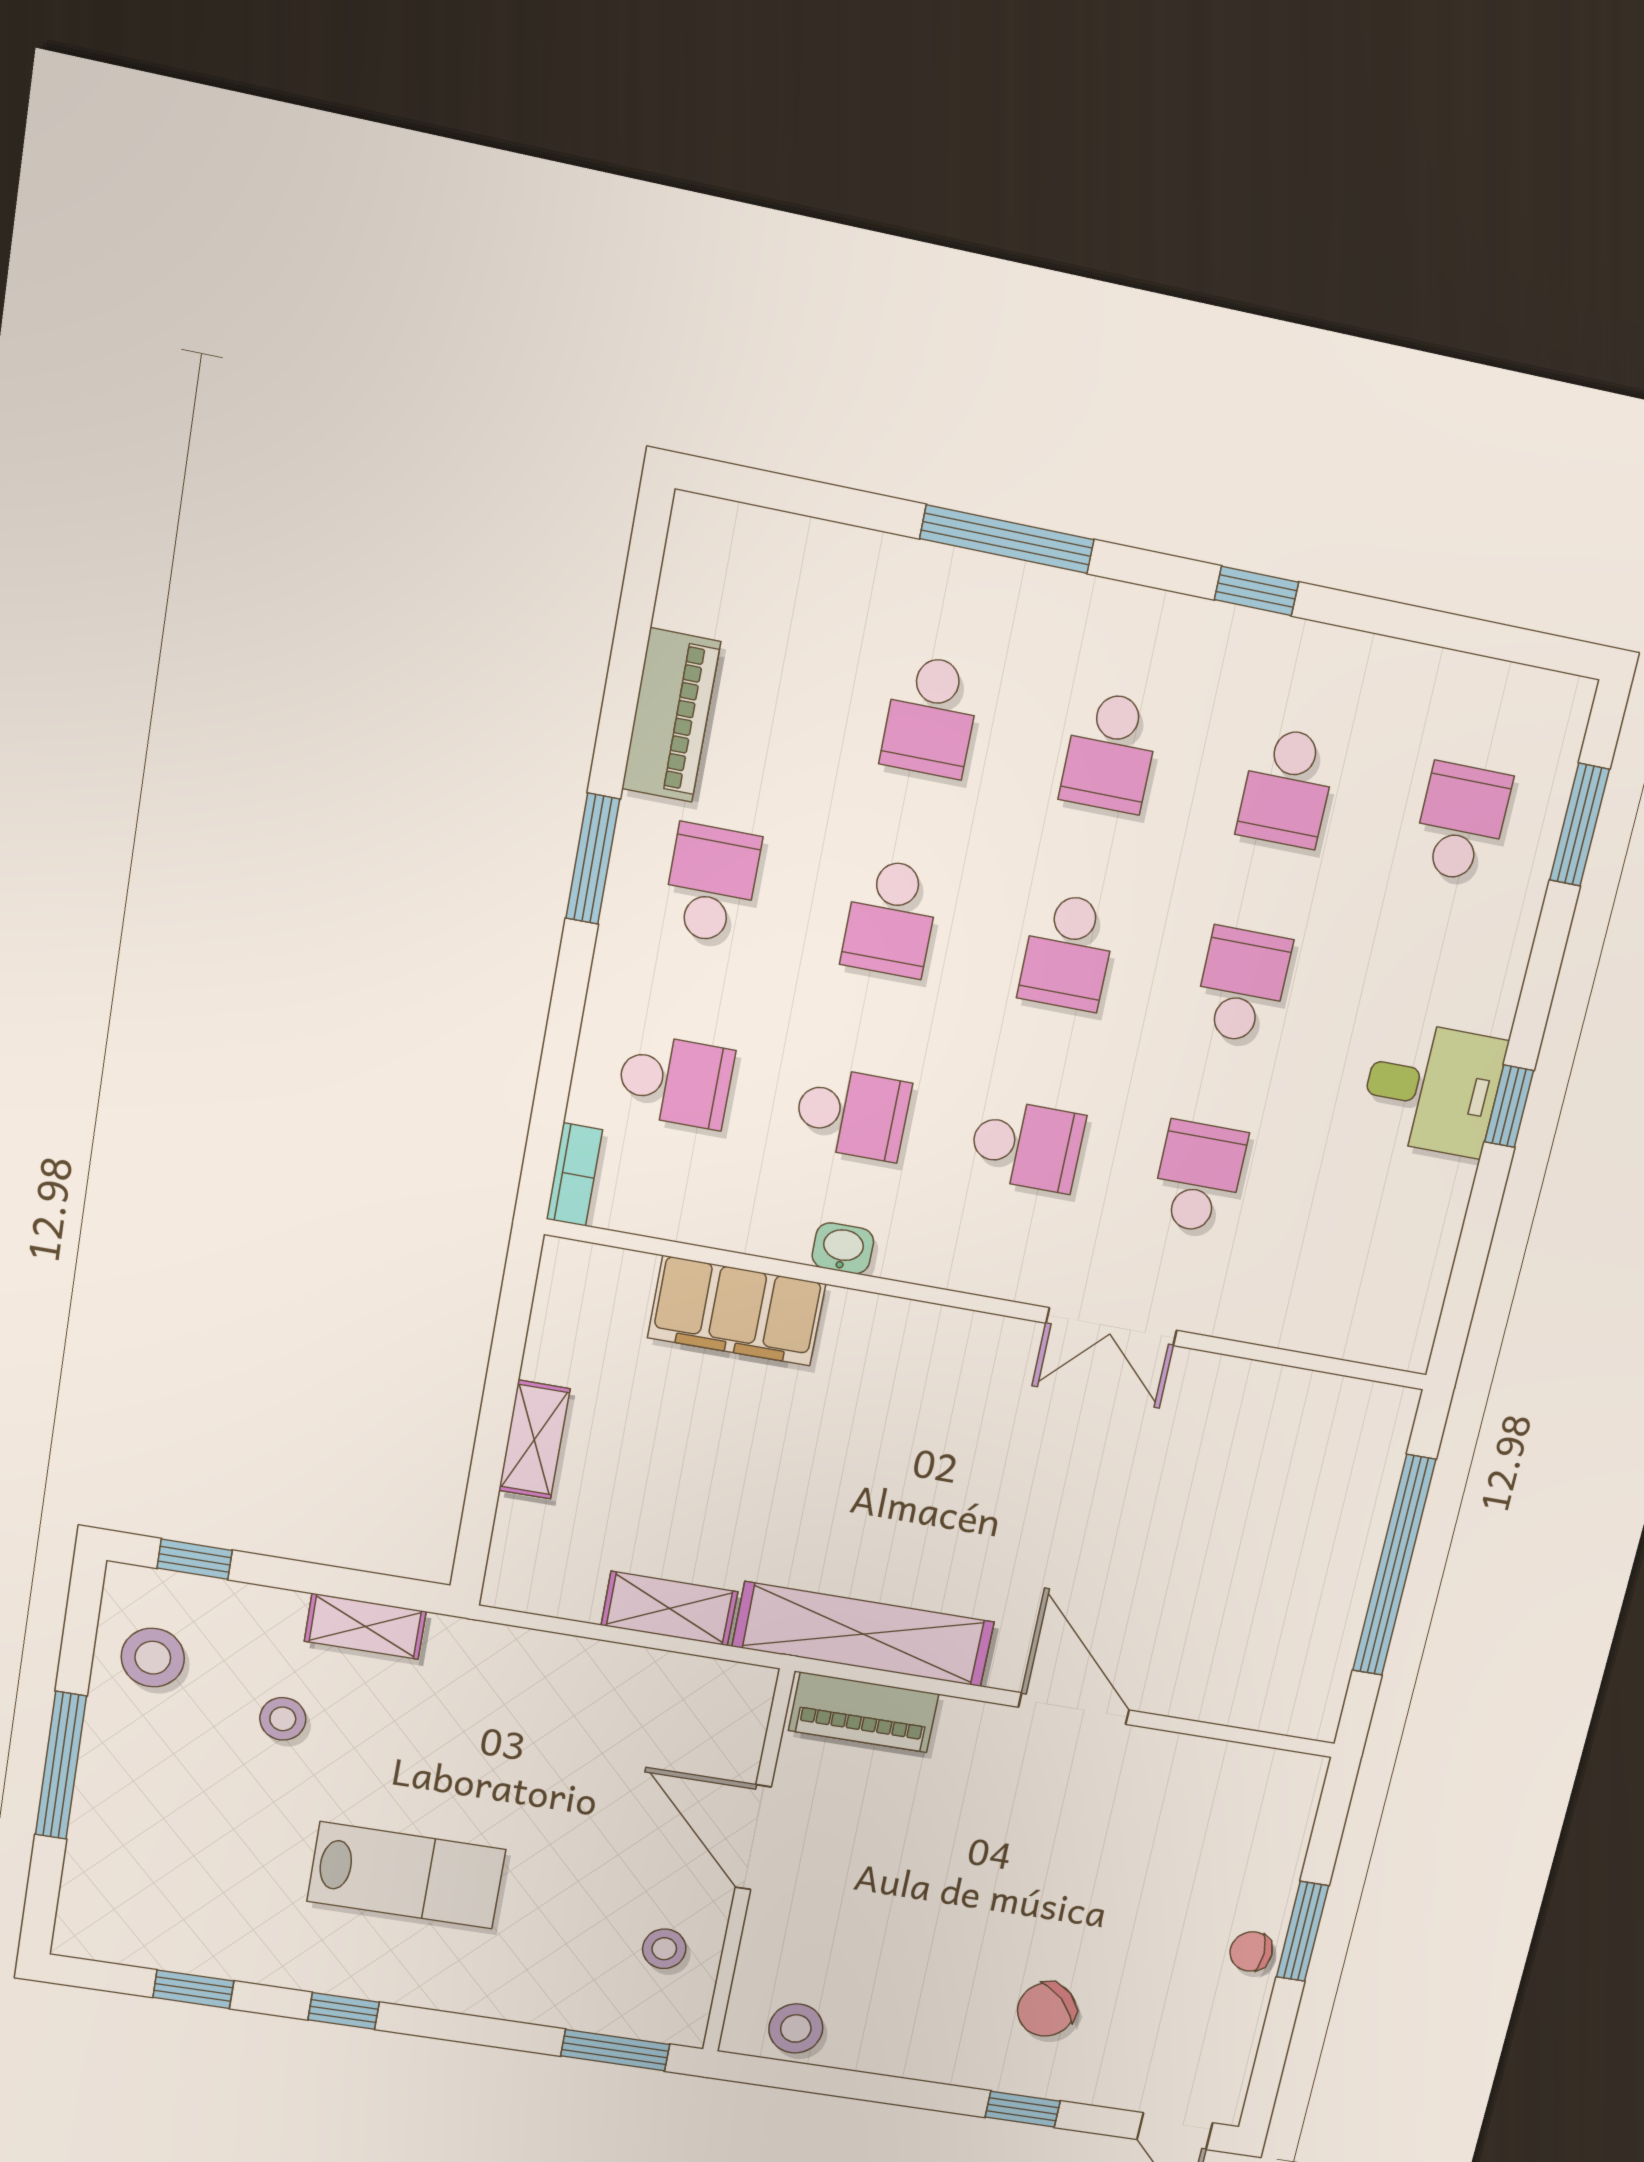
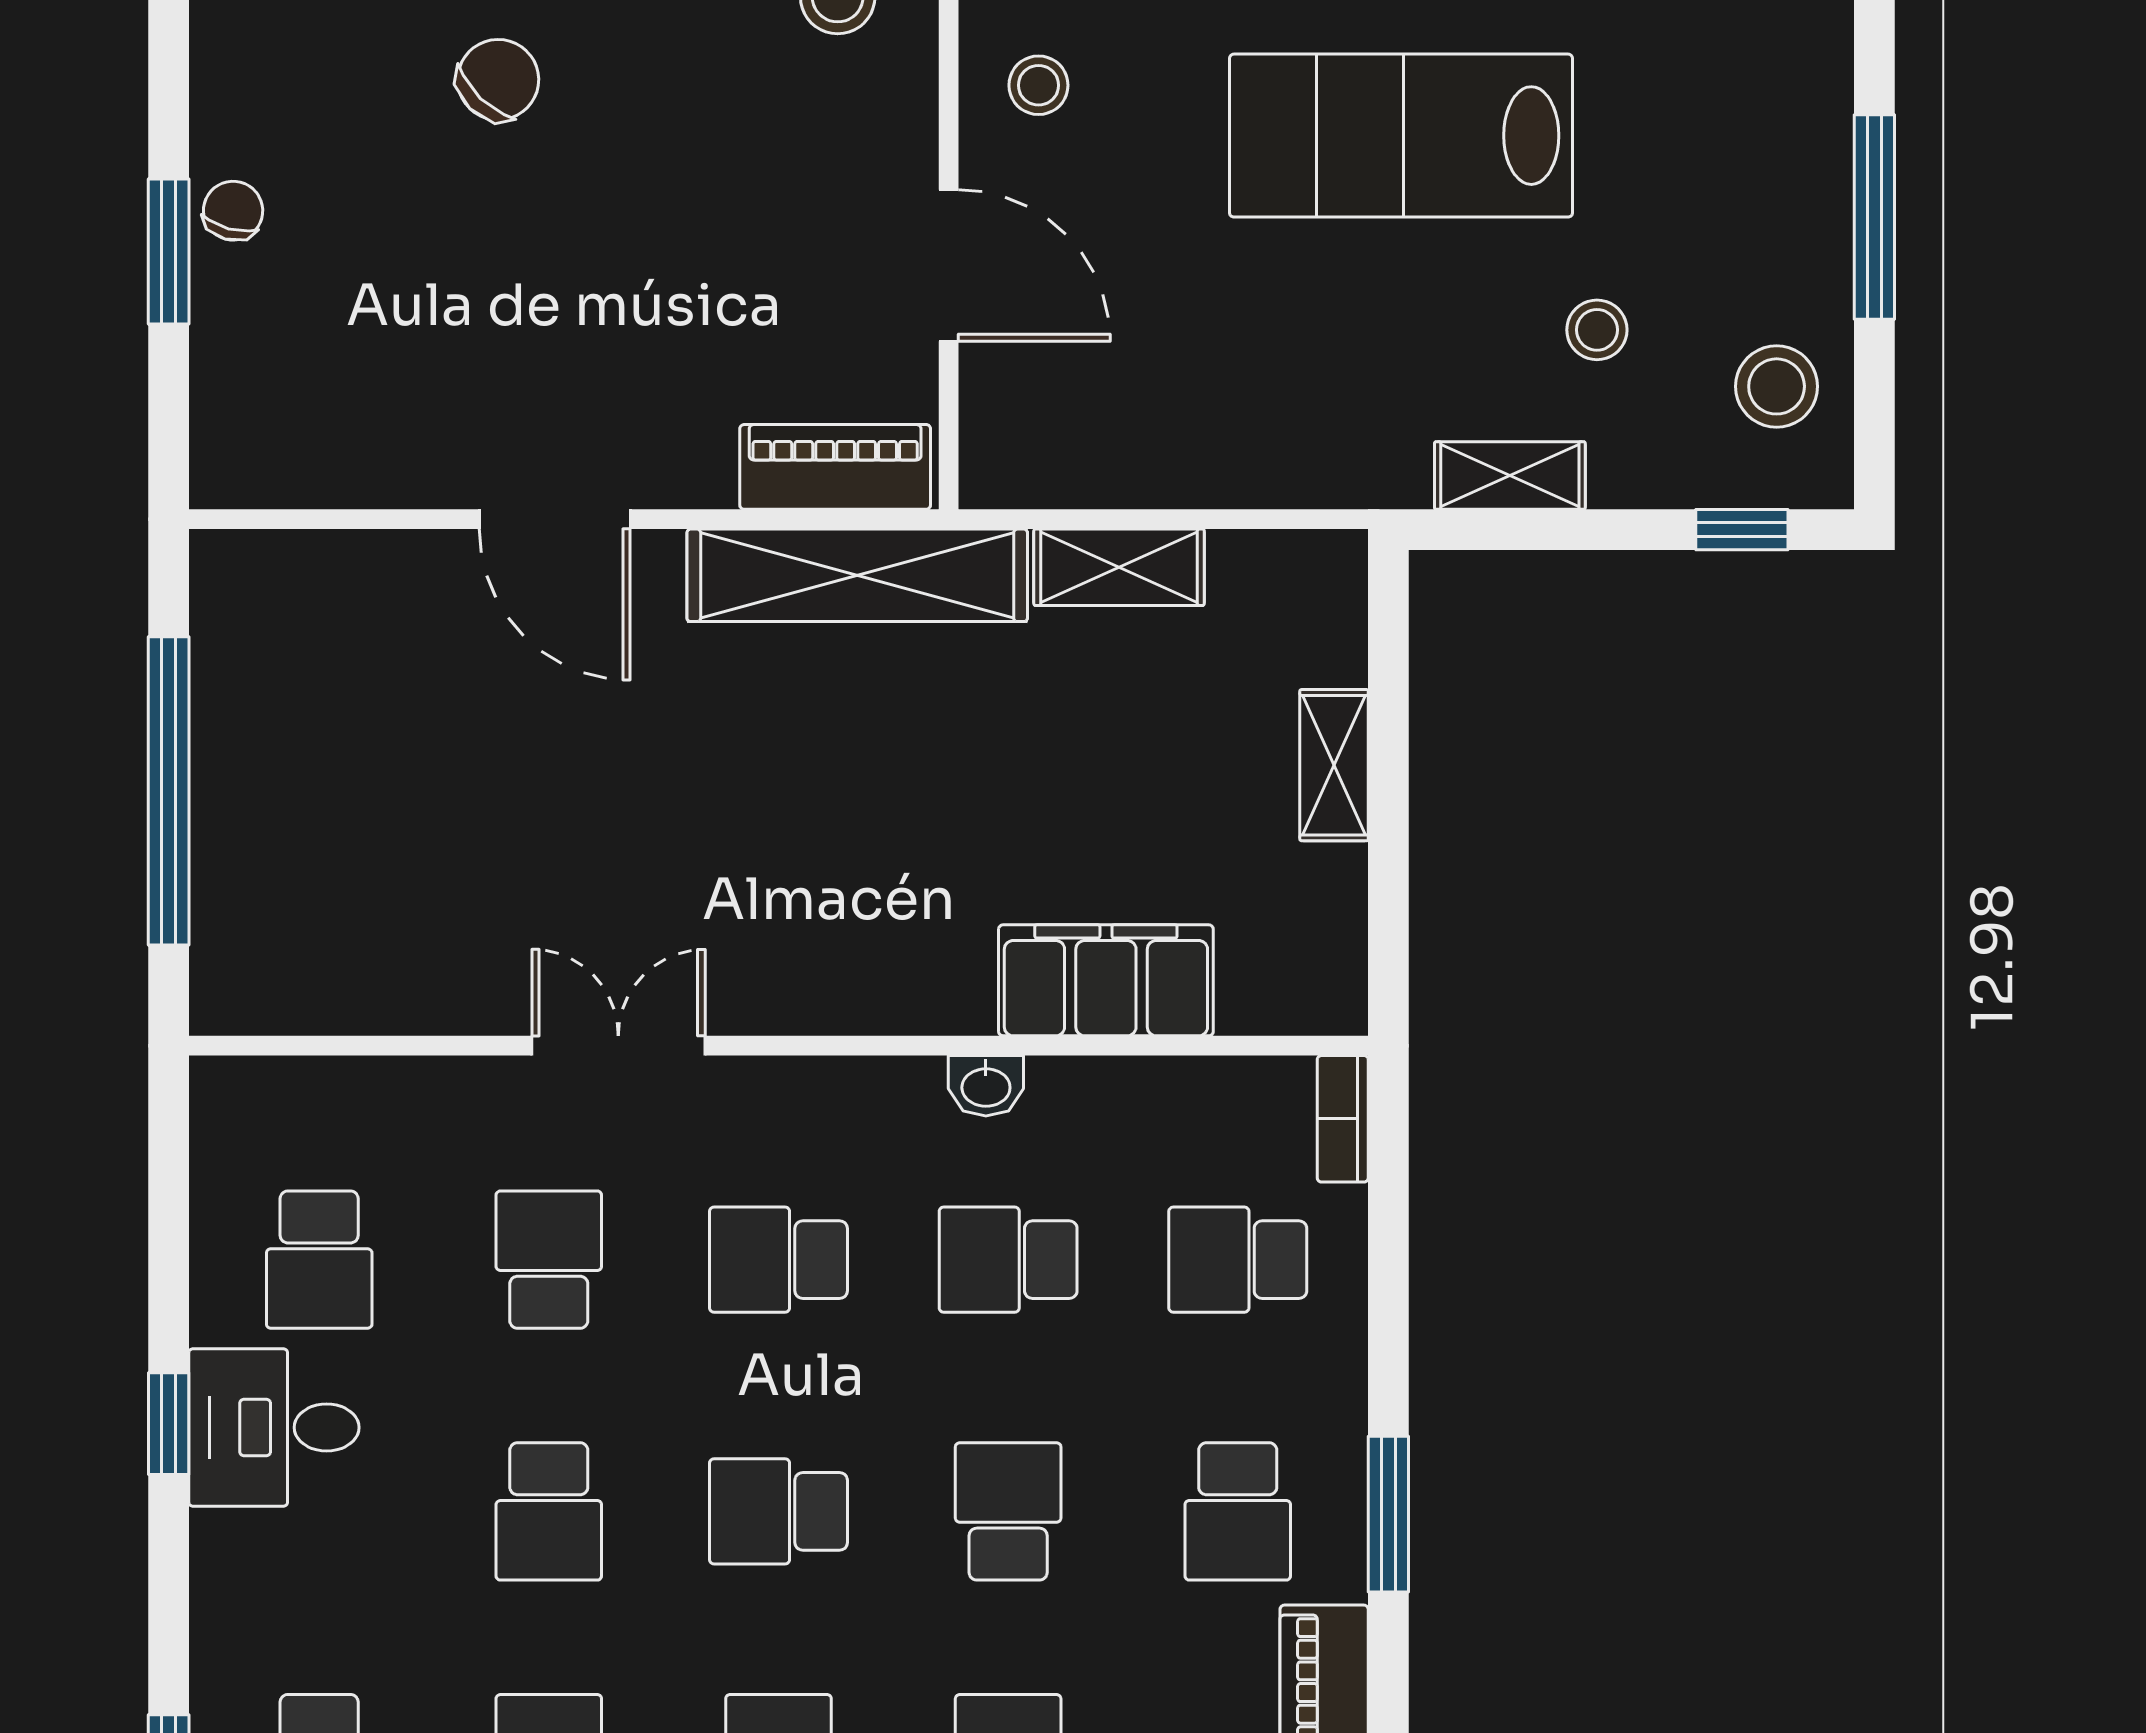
school desk: (1068, 952) -> (778, 1511), turned -90
school desk: (1199, 1177) -> (549, 1260), turned 180
school desk: (1368, 1208) -> (319, 1260), added
lab bench: (406, 1875) -> (1401, 136), width x1.36, depth x1.39
chair: (1251, 1951) -> (233, 211), turned -75

